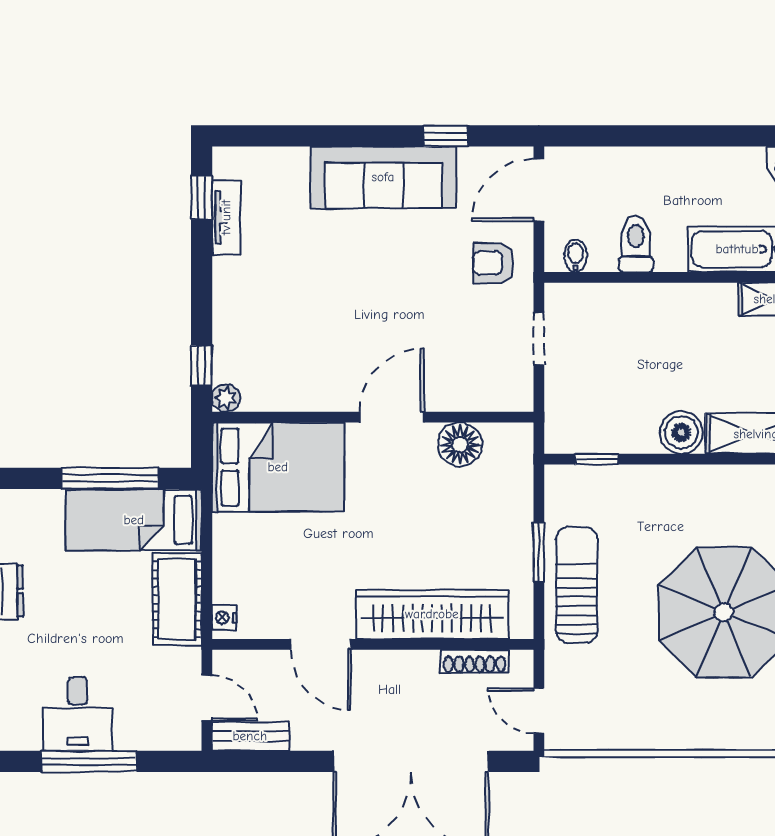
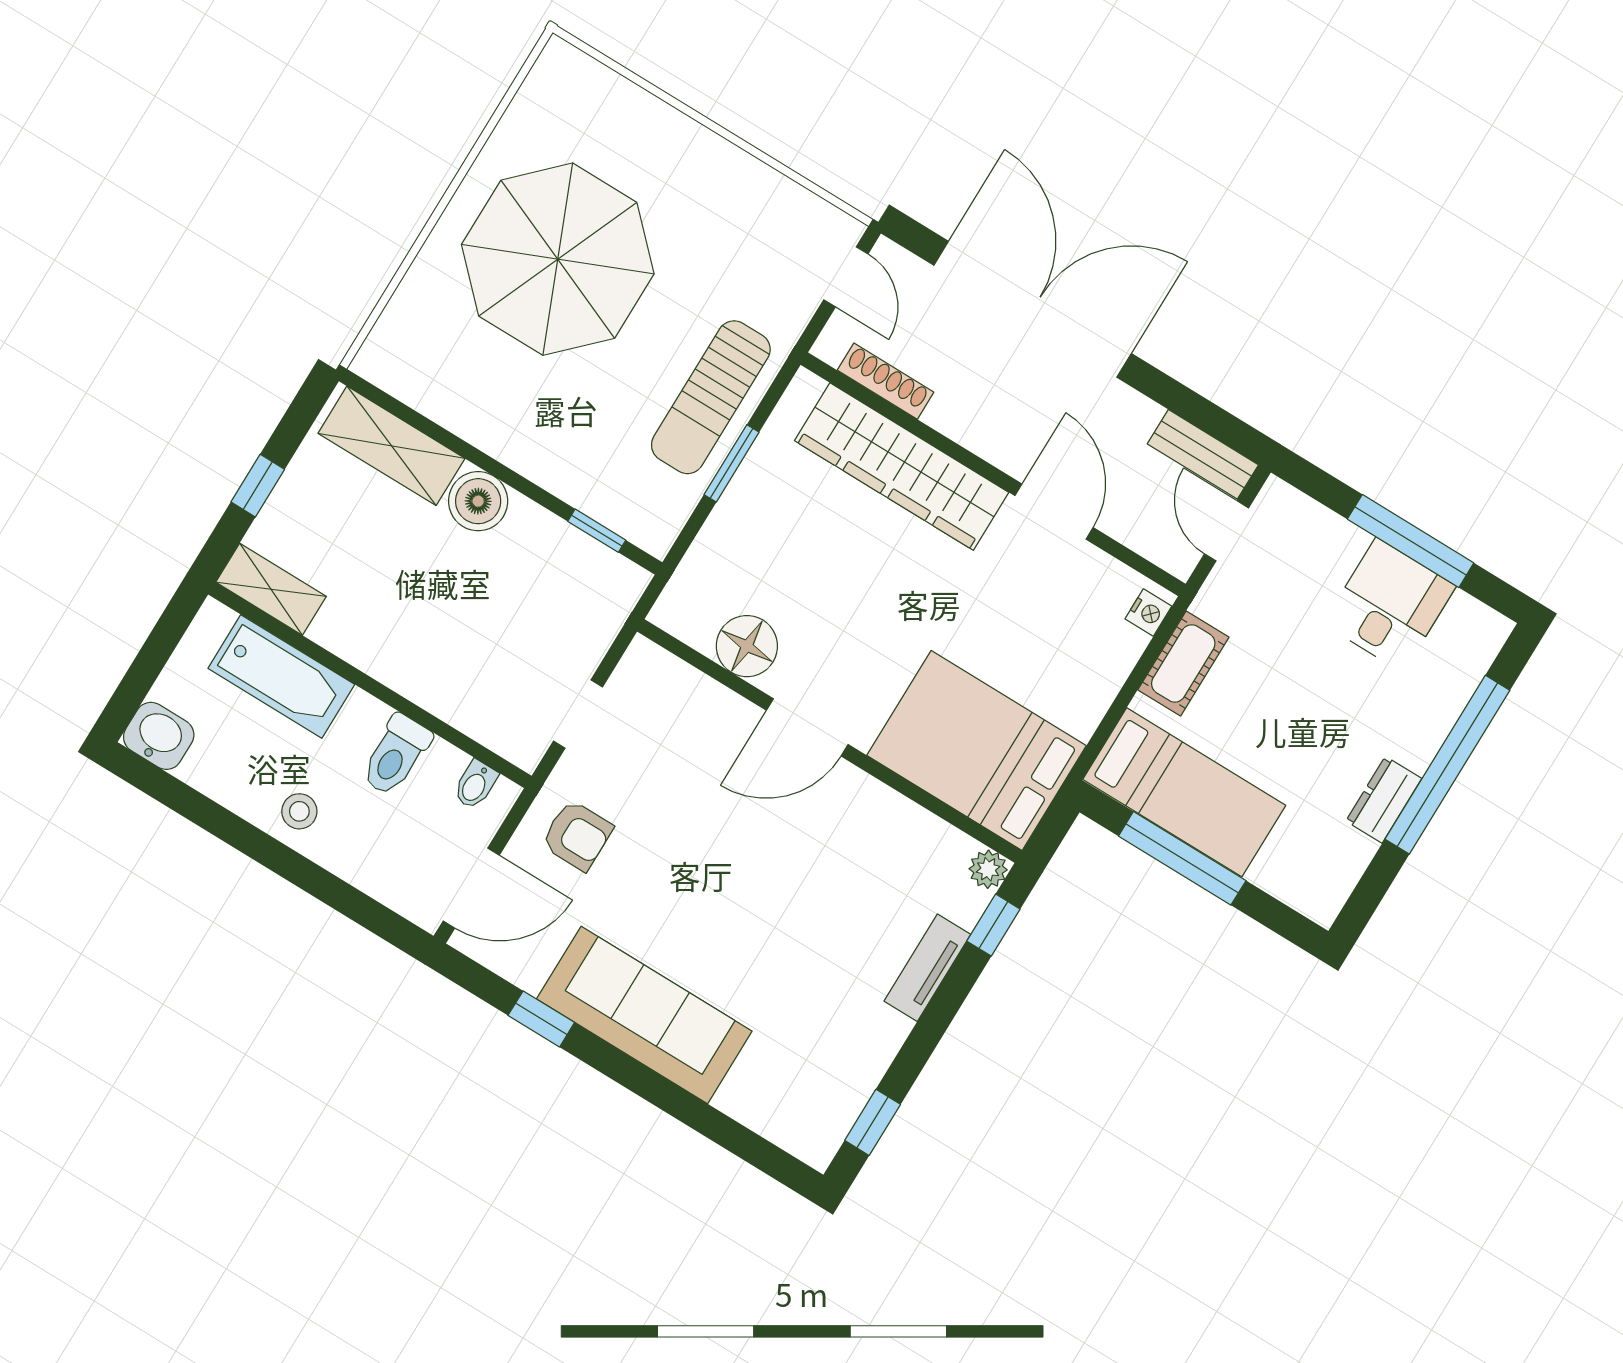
stool: (674, 173) -> (299, 811), added
tv unit: (226, 217) -> (927, 968), moved
cot: (177, 599) -> (1183, 663), width x0.73, depth x0.75

